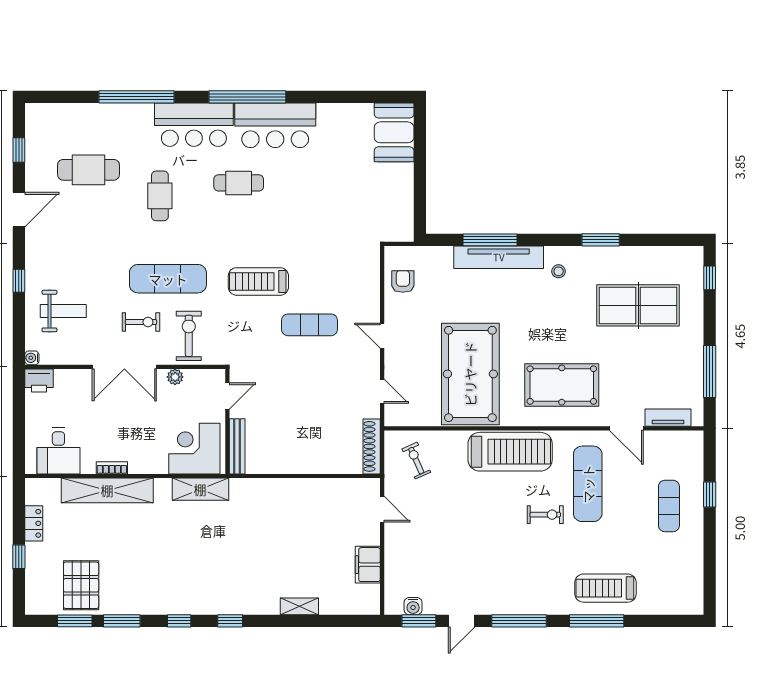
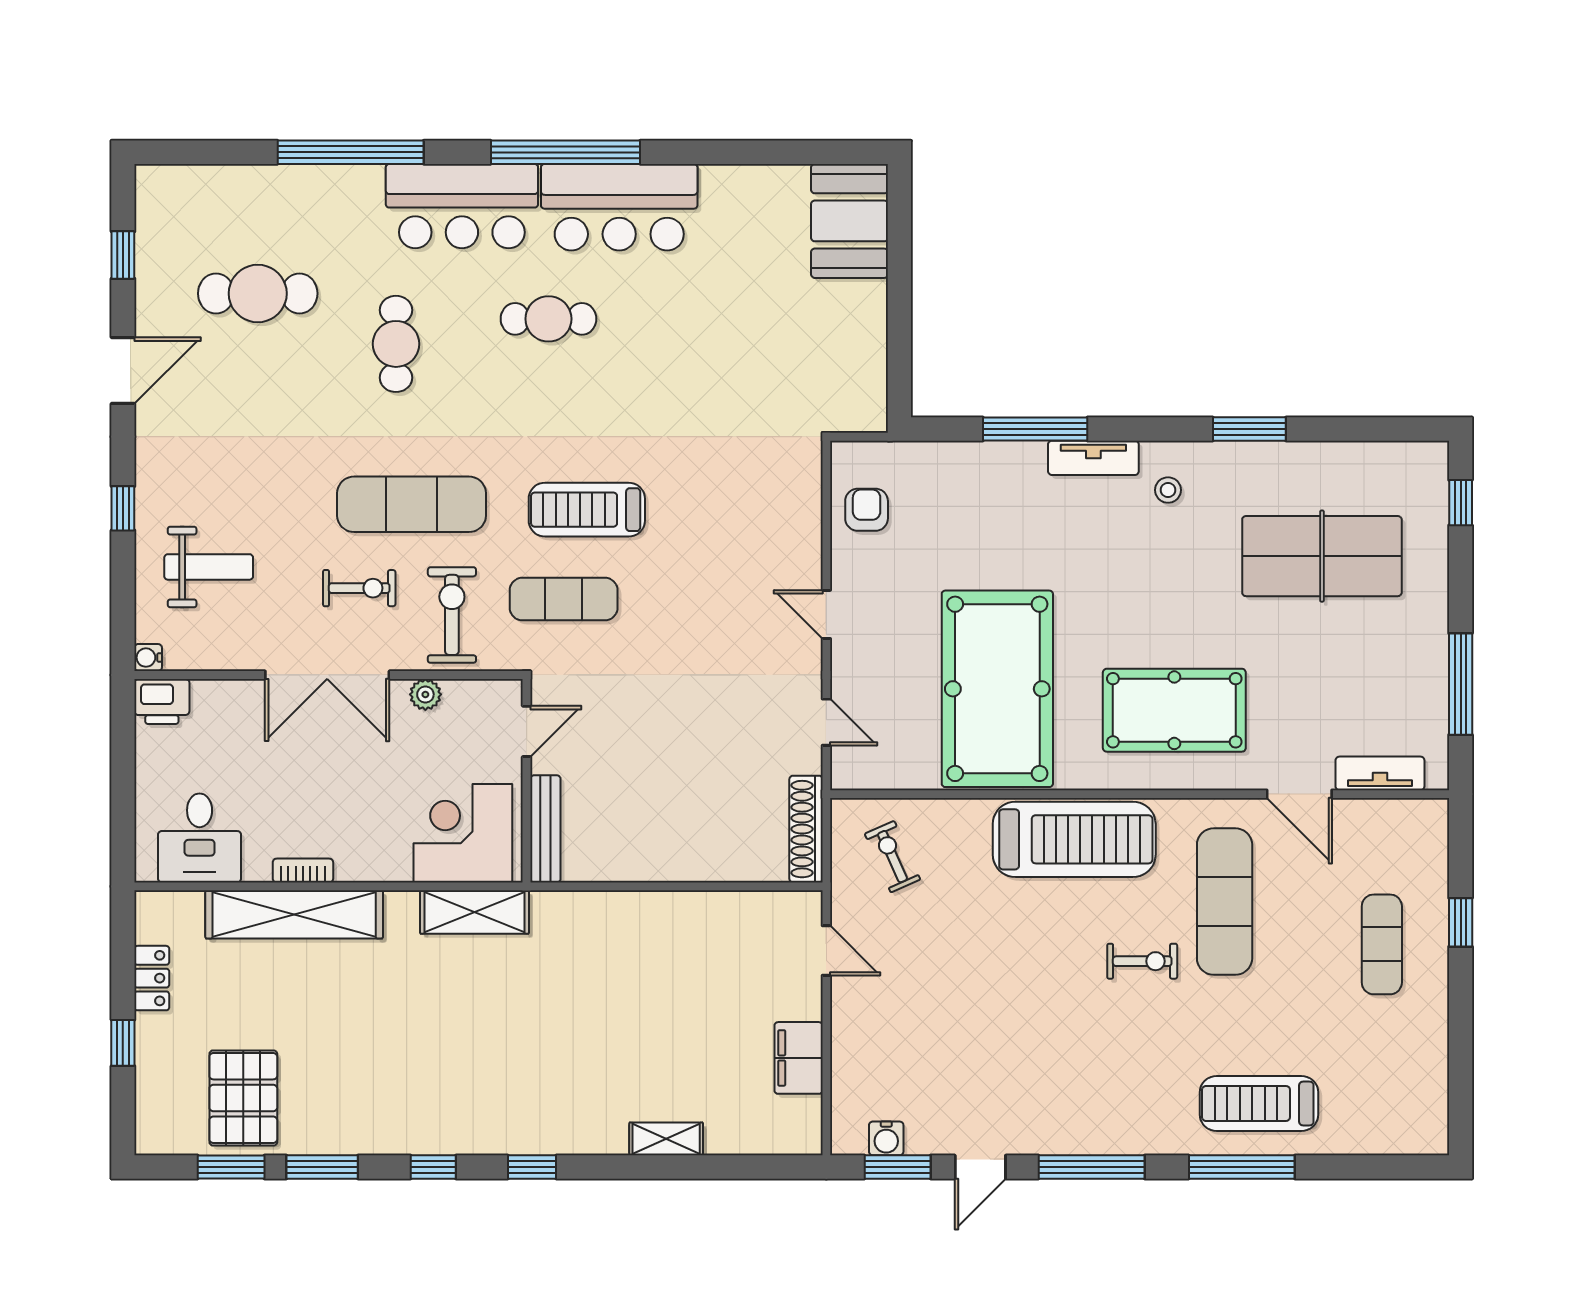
tv unit: (499, 257) -> (1093, 458), width x0.52, depth x0.78
exercise mat: (309, 325) -> (564, 599), moved

